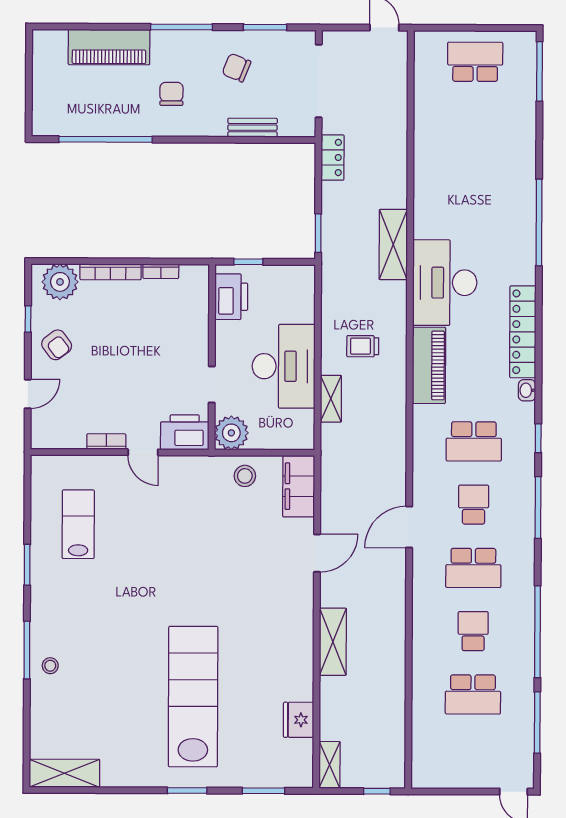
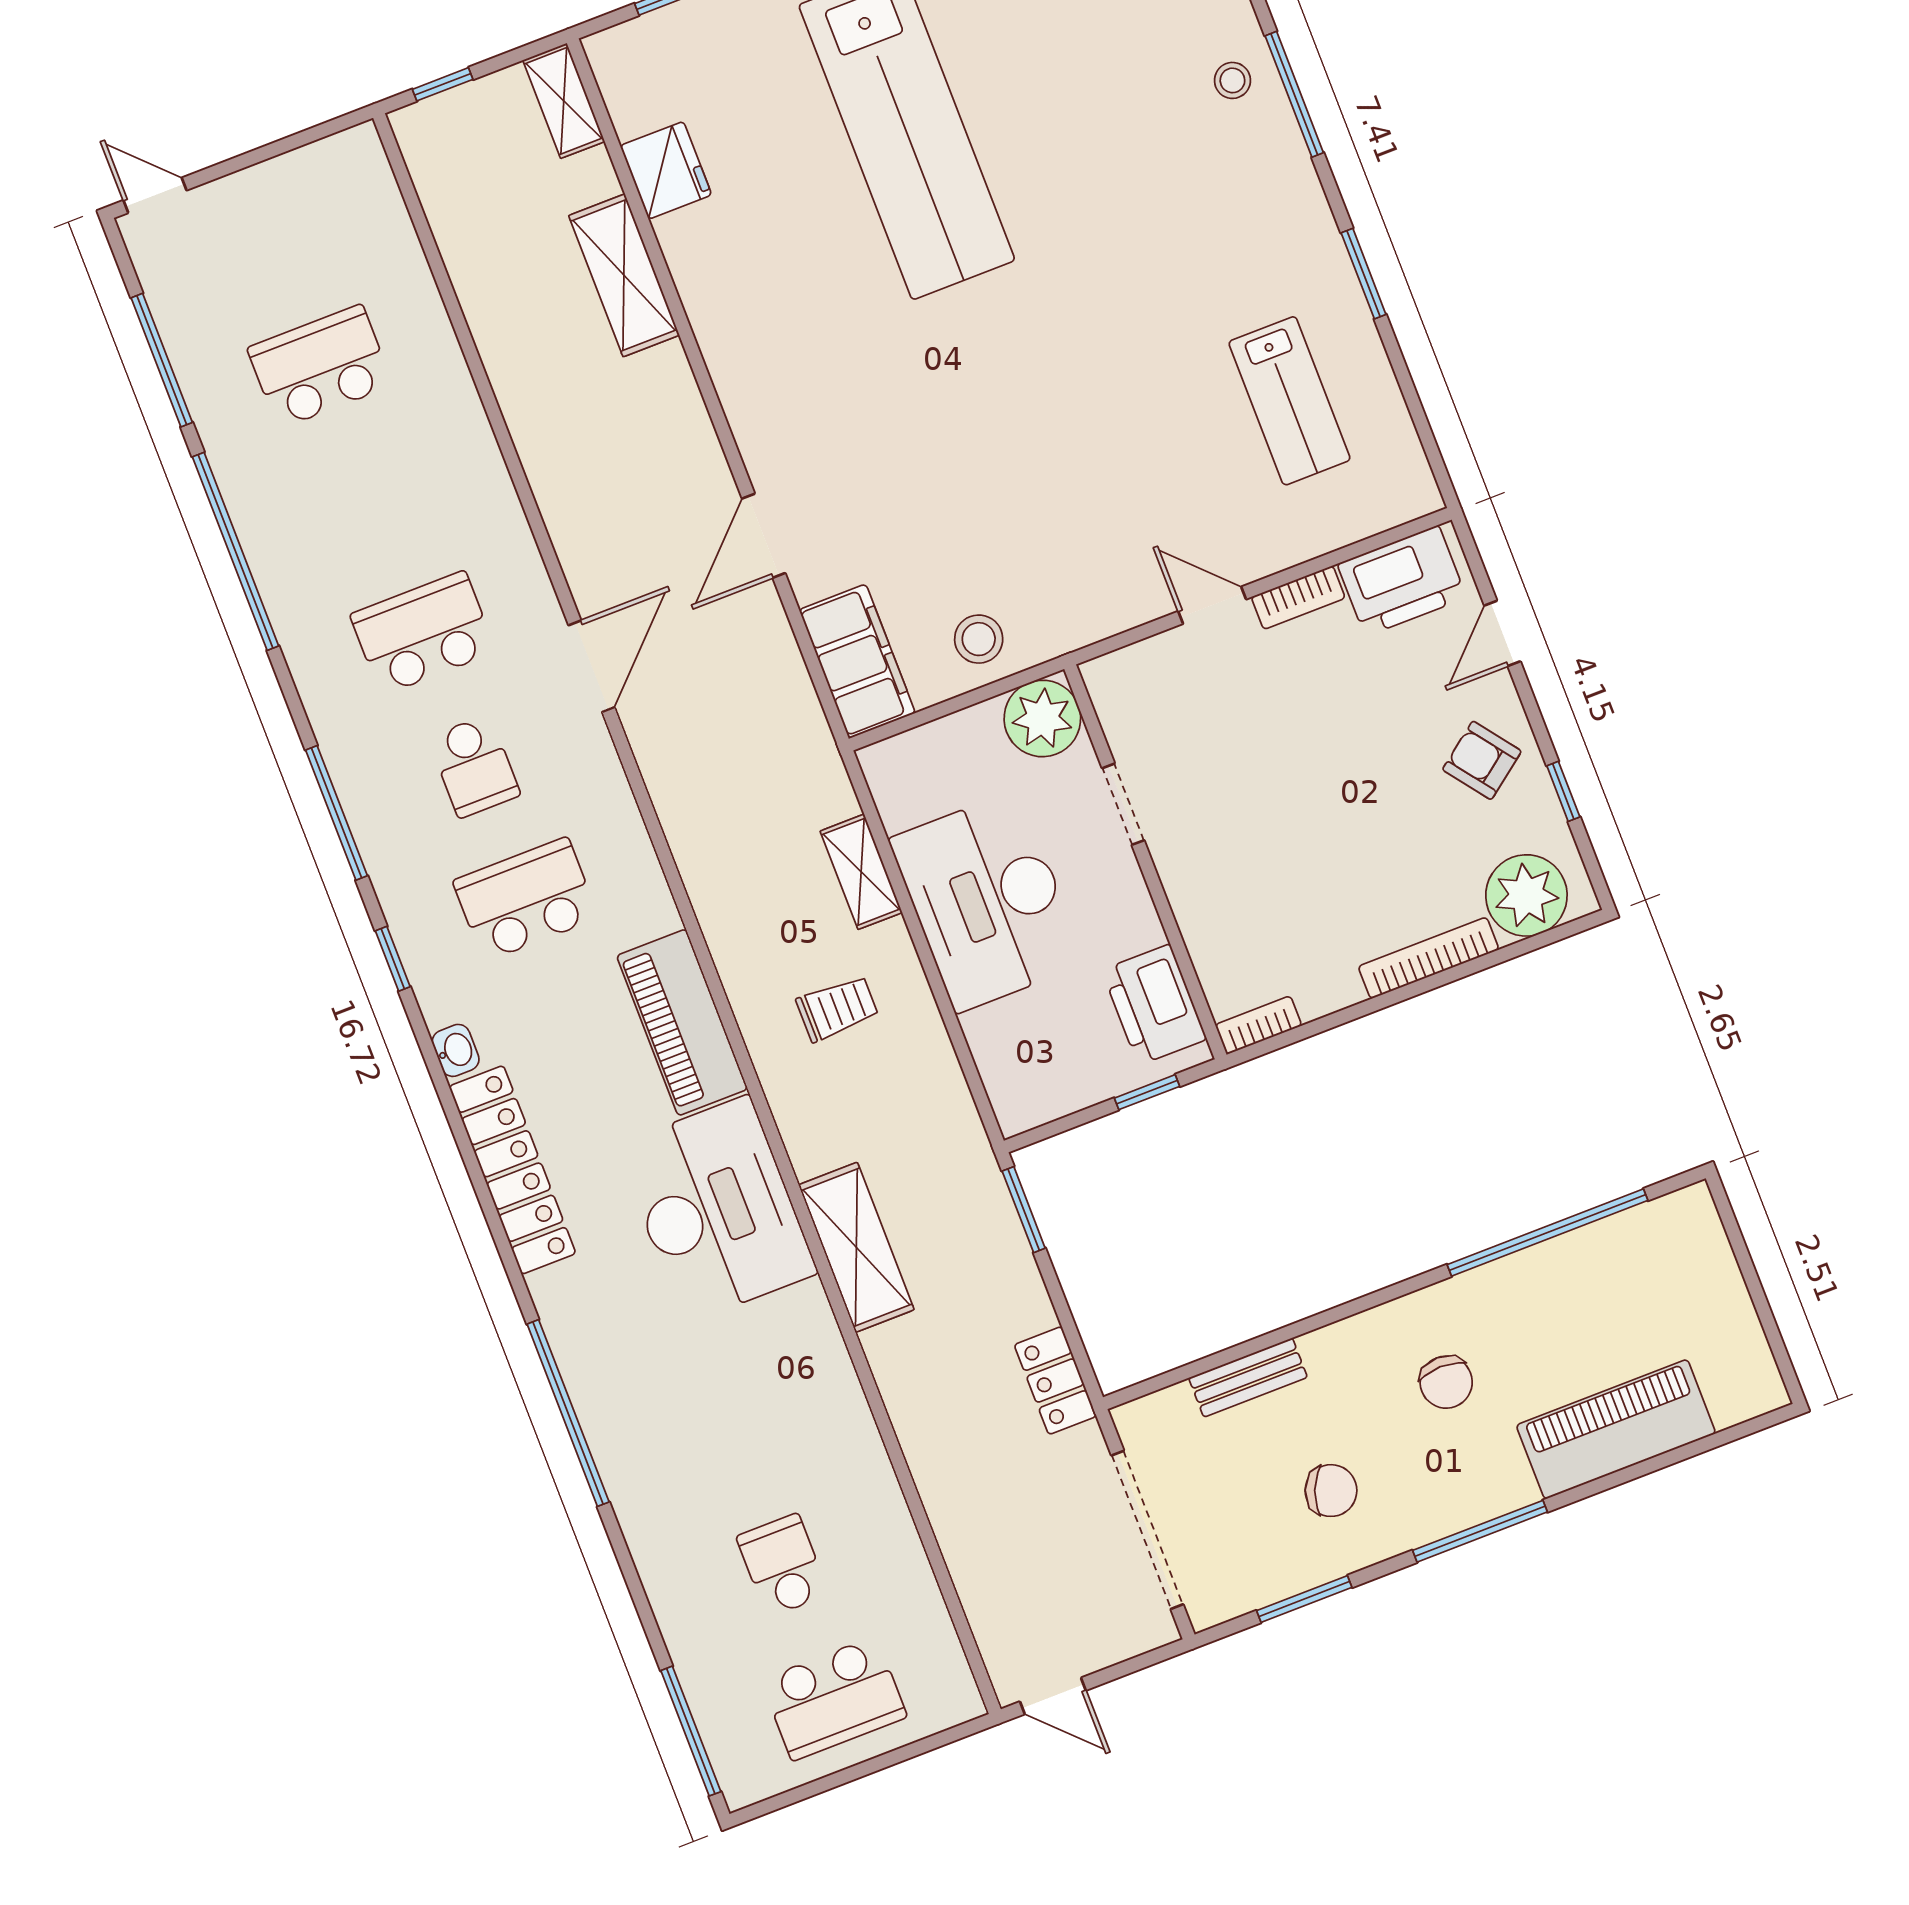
bookcase: (161, 271) -> (1258, 1025), moved
printer: (185, 432) -> (1402, 581), moved
school desk: (473, 631) -> (783, 1565), moved, turned 180
shelving: (333, 642) -> (624, 275), moved

